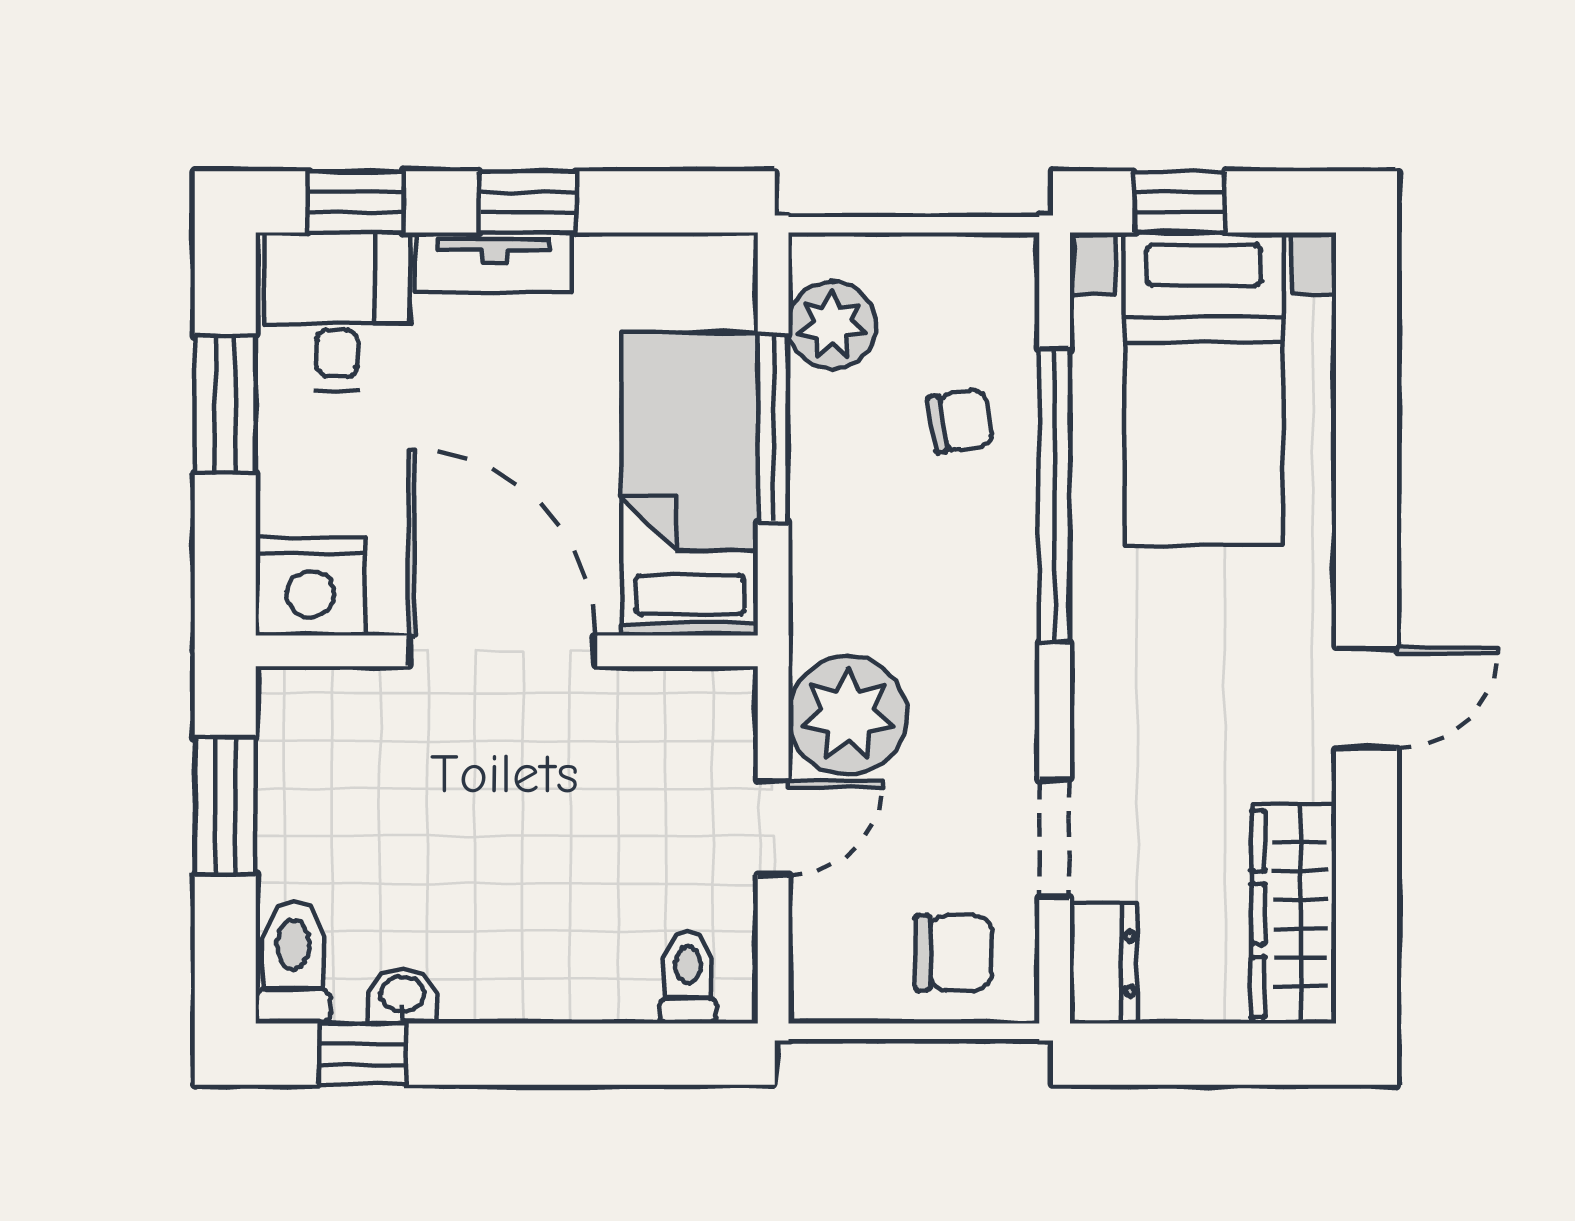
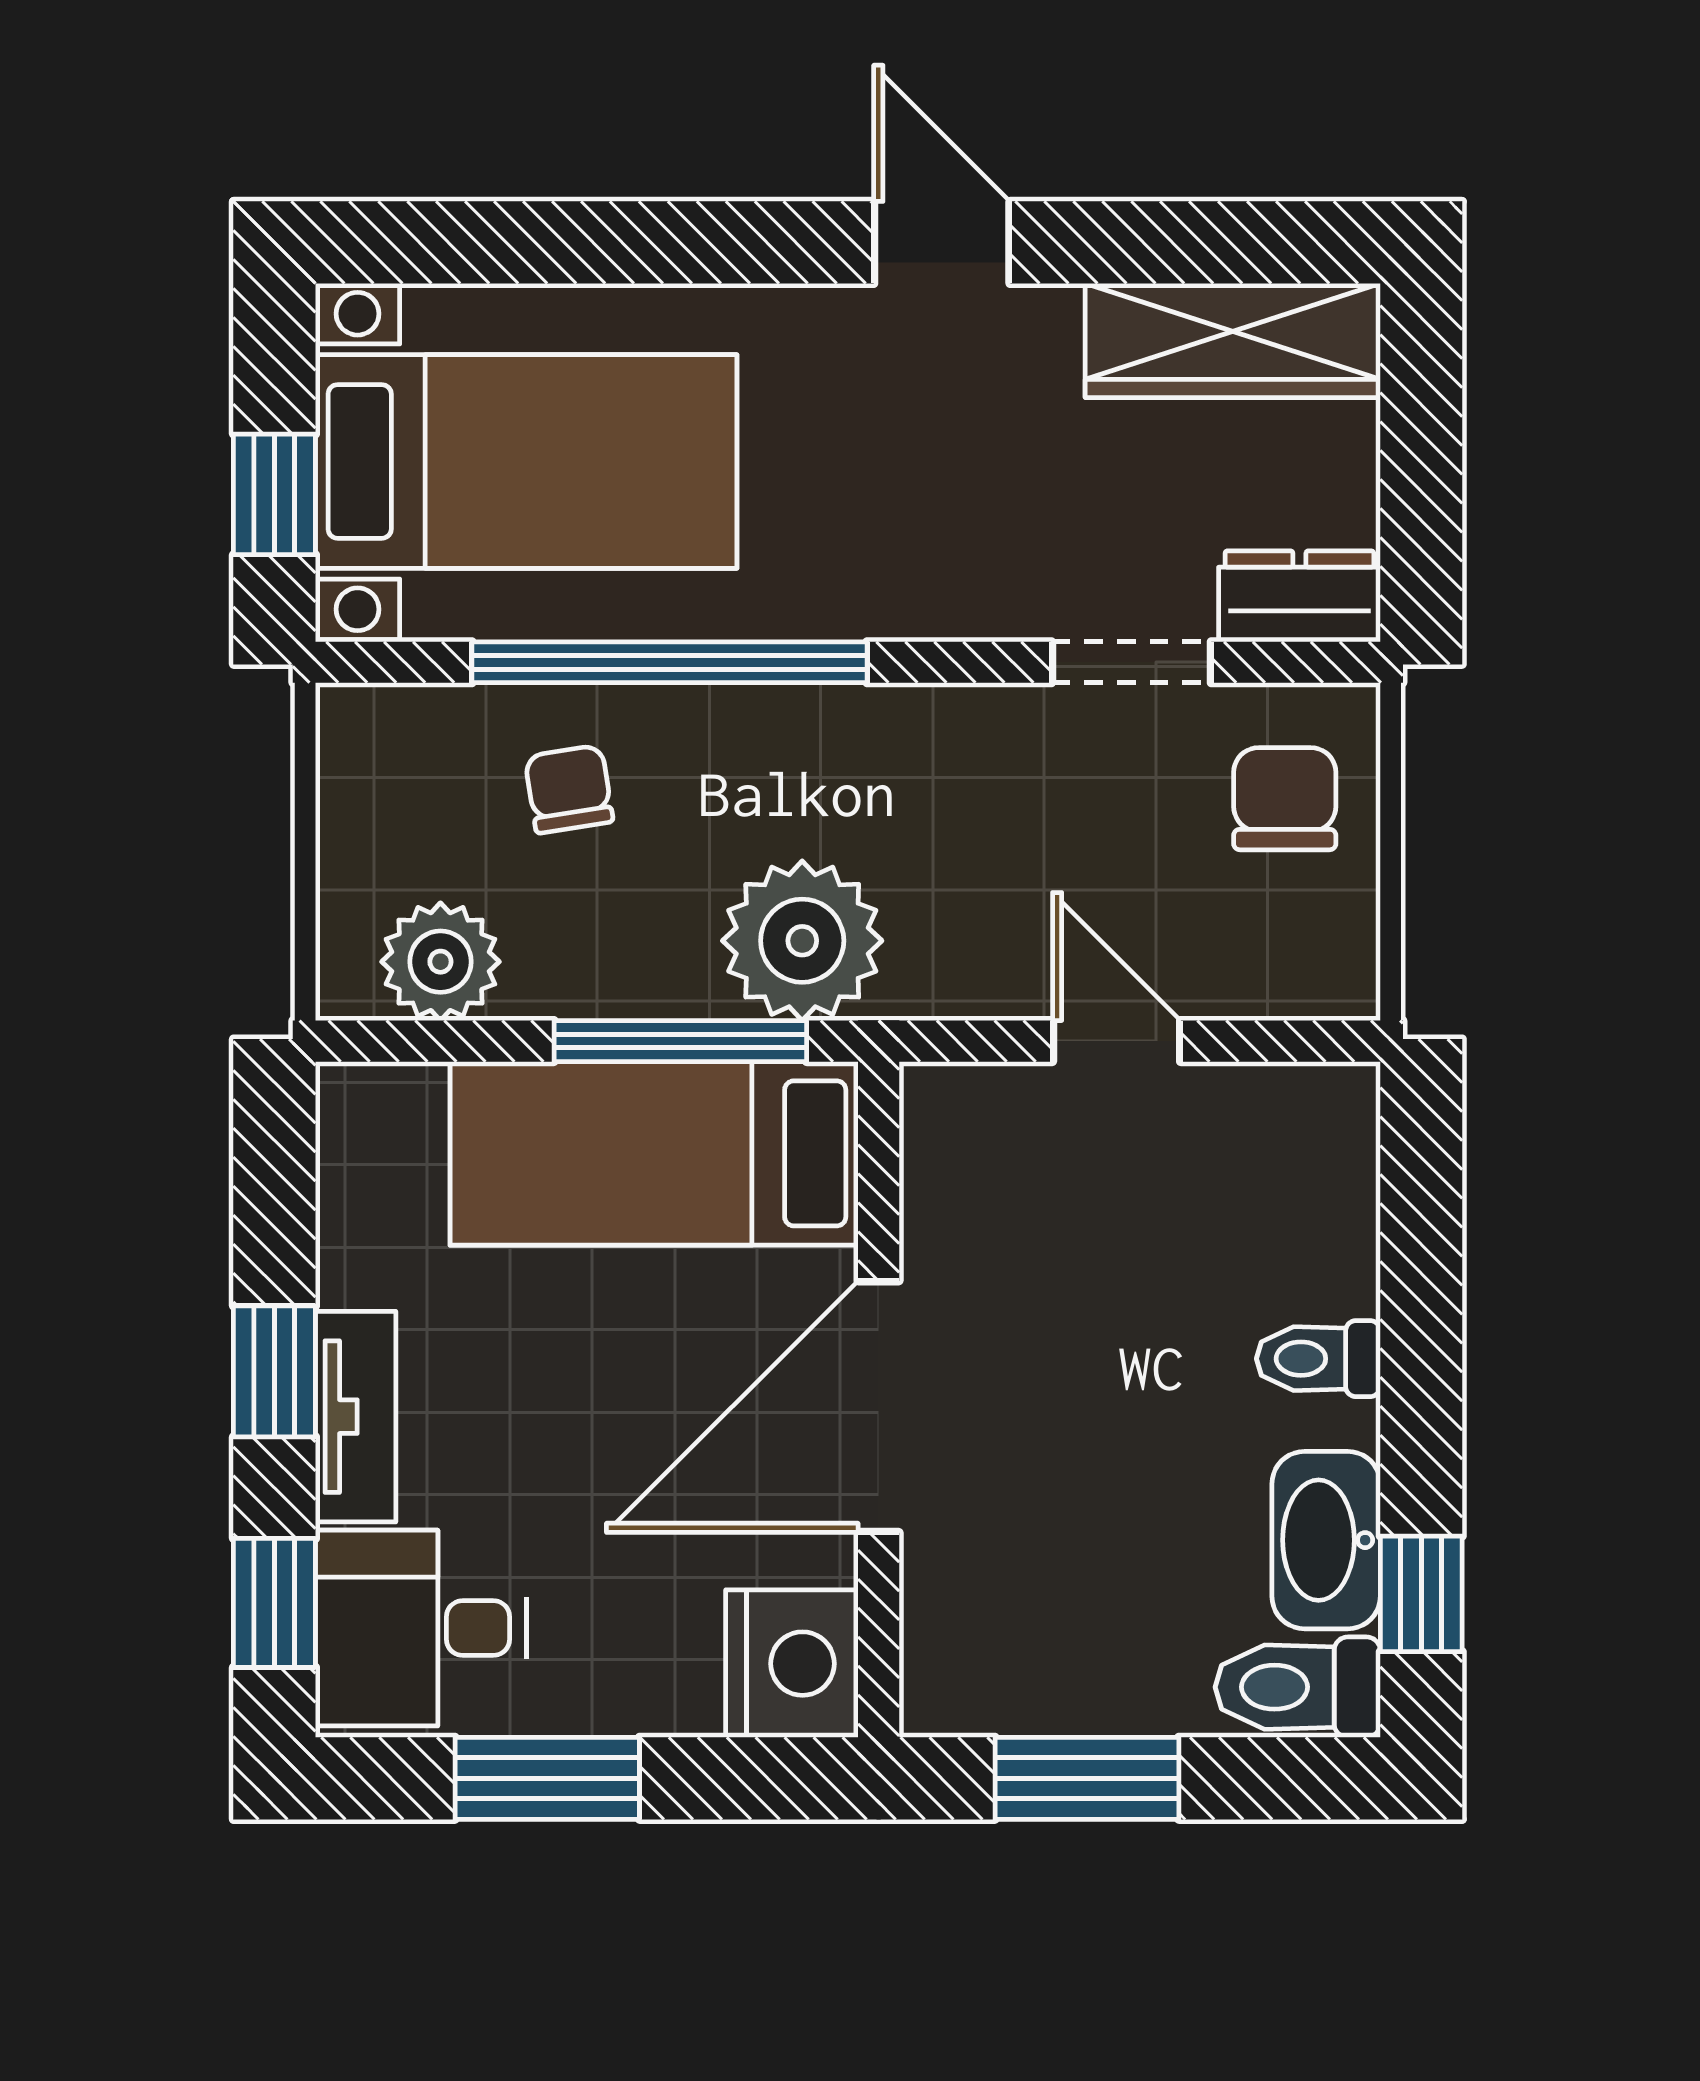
window: (773, 429) -> (680, 1041), moved
plant: (848, 715) -> (802, 941), moved
toilet: (688, 978) -> (1318, 1359), moved
washbasin: (402, 996) -> (1326, 1540), width x1.91, depth x1.45

